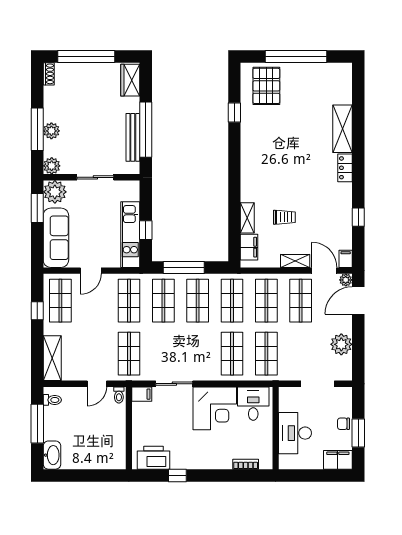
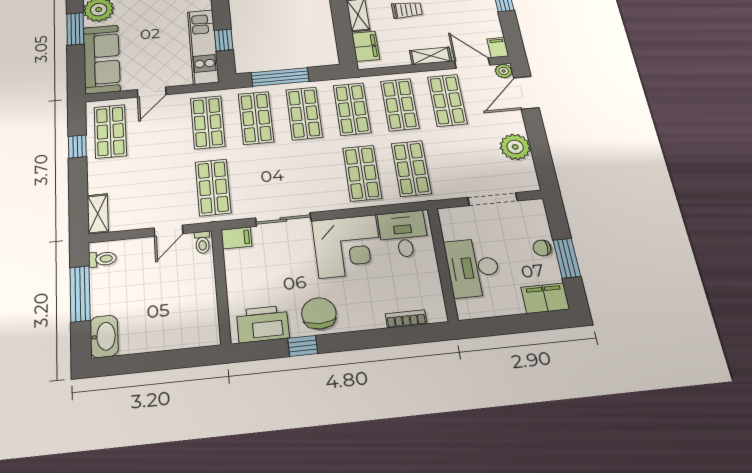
shelving: (52, 358) -> (98, 214), width x0.67, depth x0.75
chair: (190, 454) -> (319, 313), added

